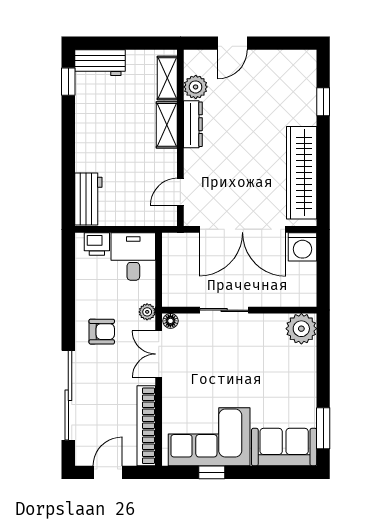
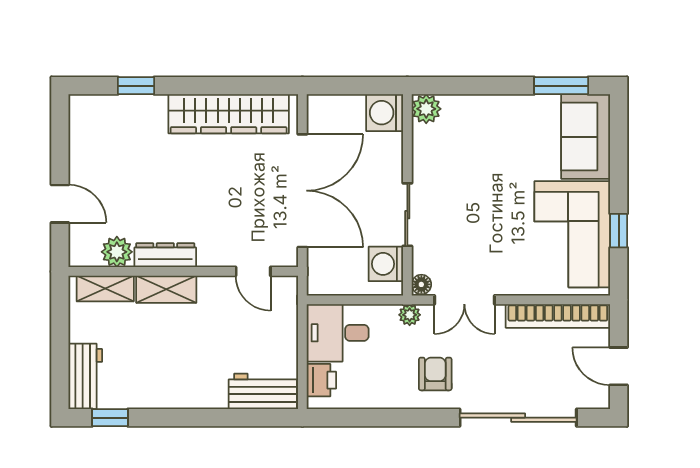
washing machine: (302, 247) -> (385, 113), moved, turned 180
washing machine: (186, 294) -> (386, 264), added
plant: (301, 329) -> (426, 109), width x0.73, depth x0.73

